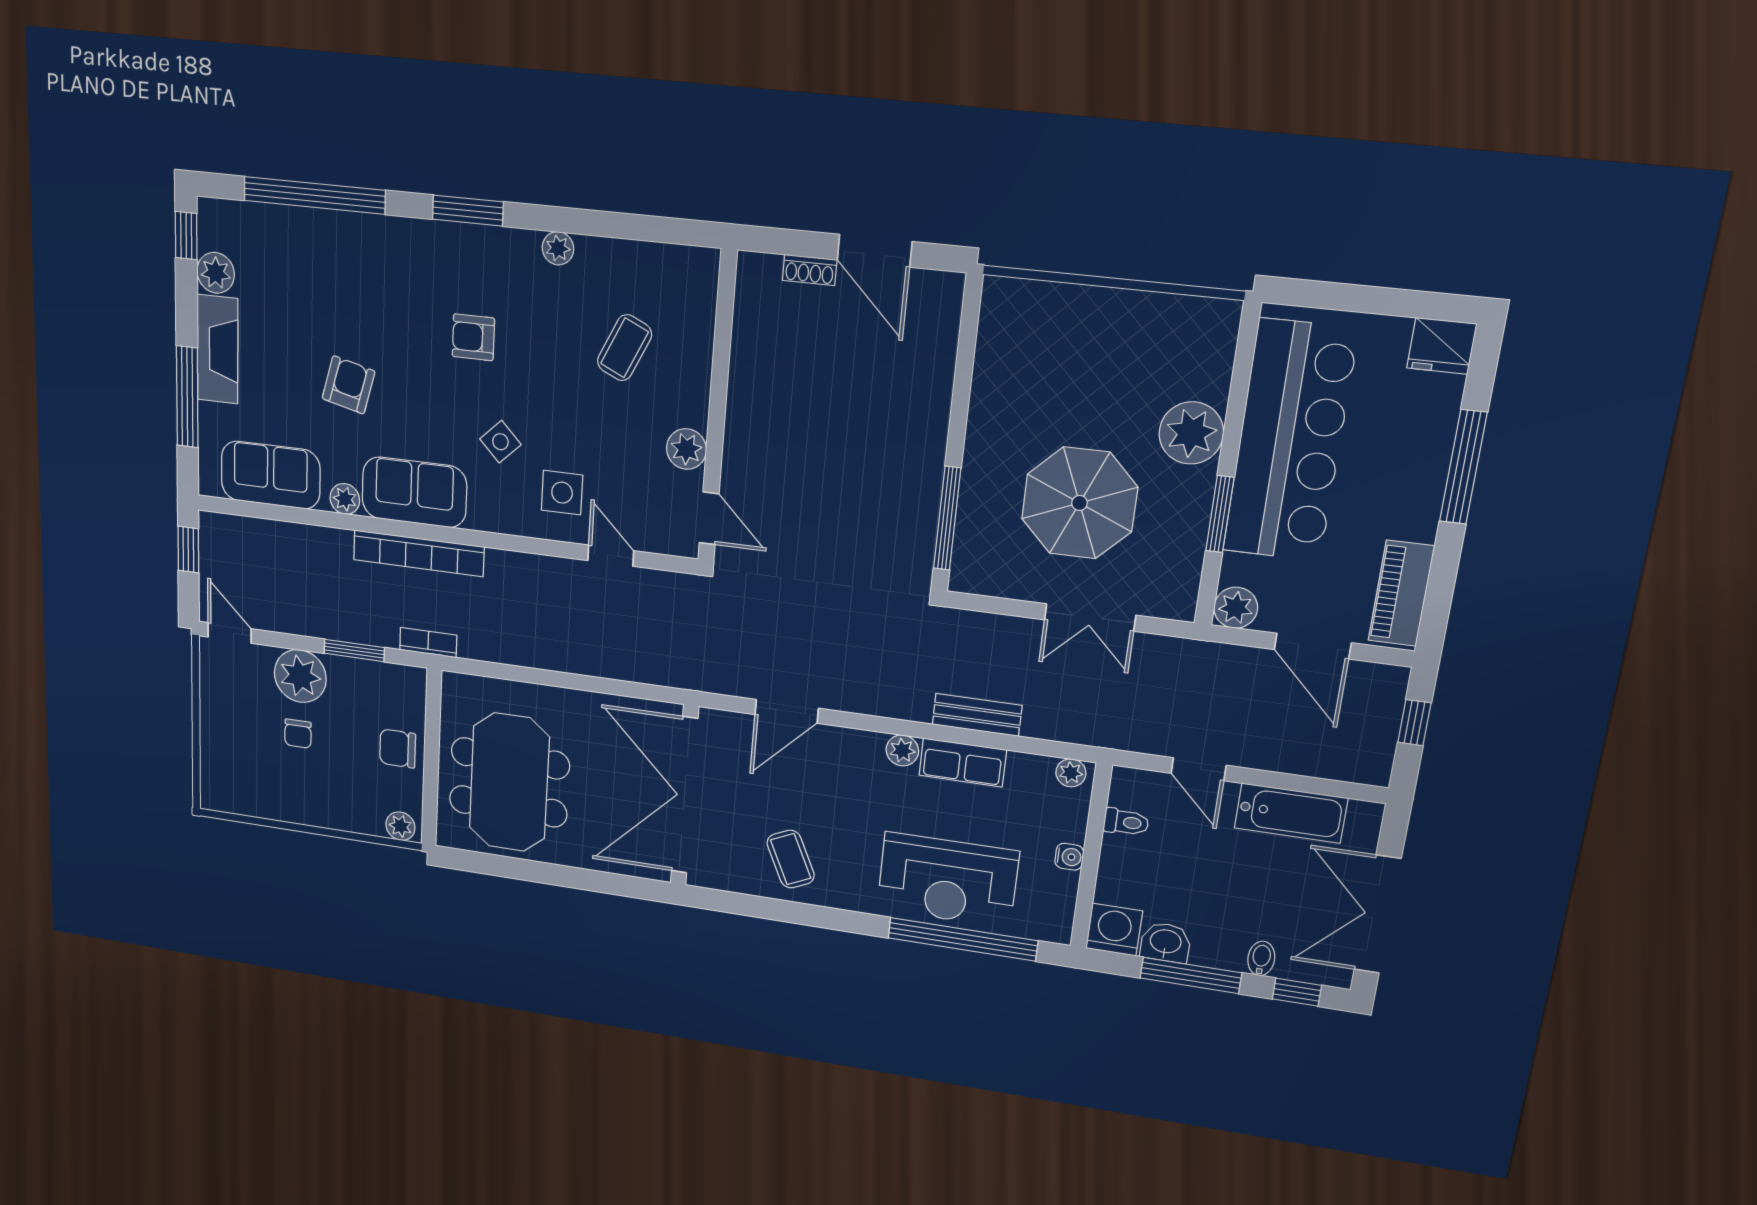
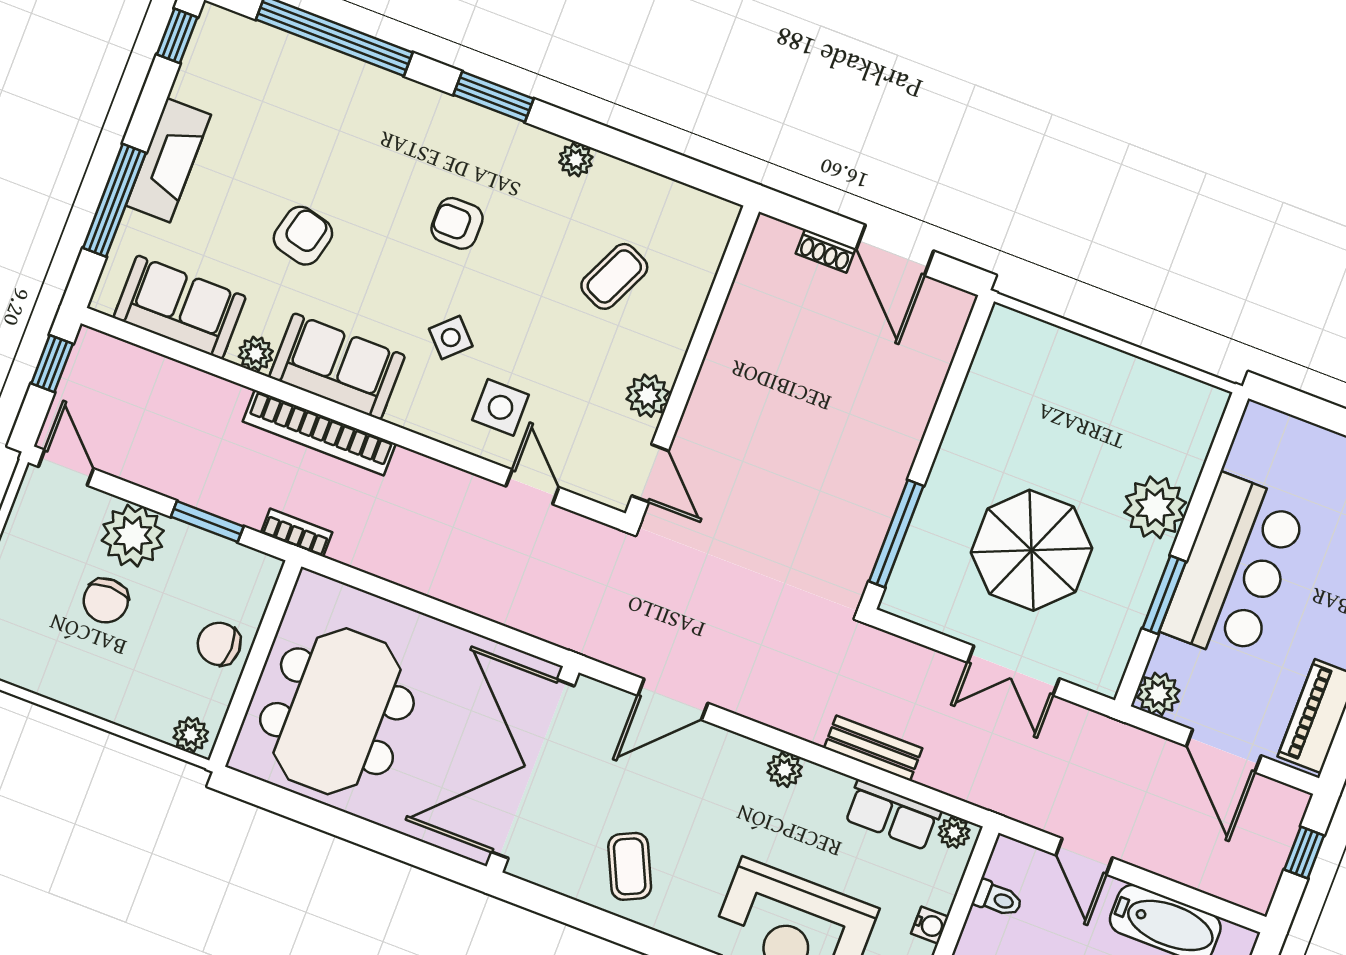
plant: (216, 273) -> (196, 82), removed
bar counter: (1290, 441) -> (1234, 568), width x0.73
chair: (298, 734) -> (106, 601), width x1.37, depth x1.37
row of seats: (963, 762) -> (892, 815), moved

